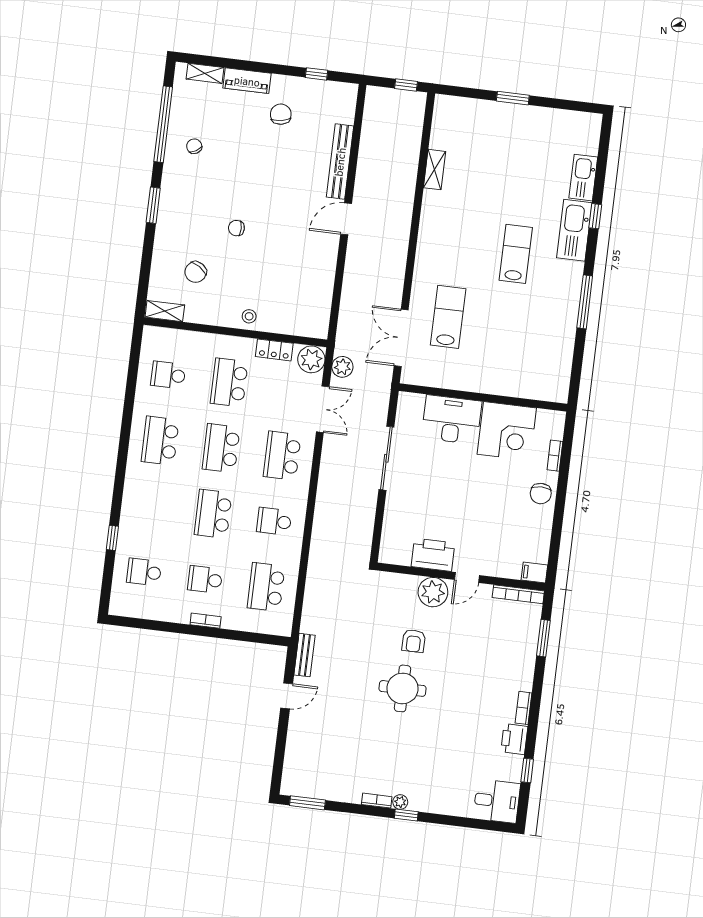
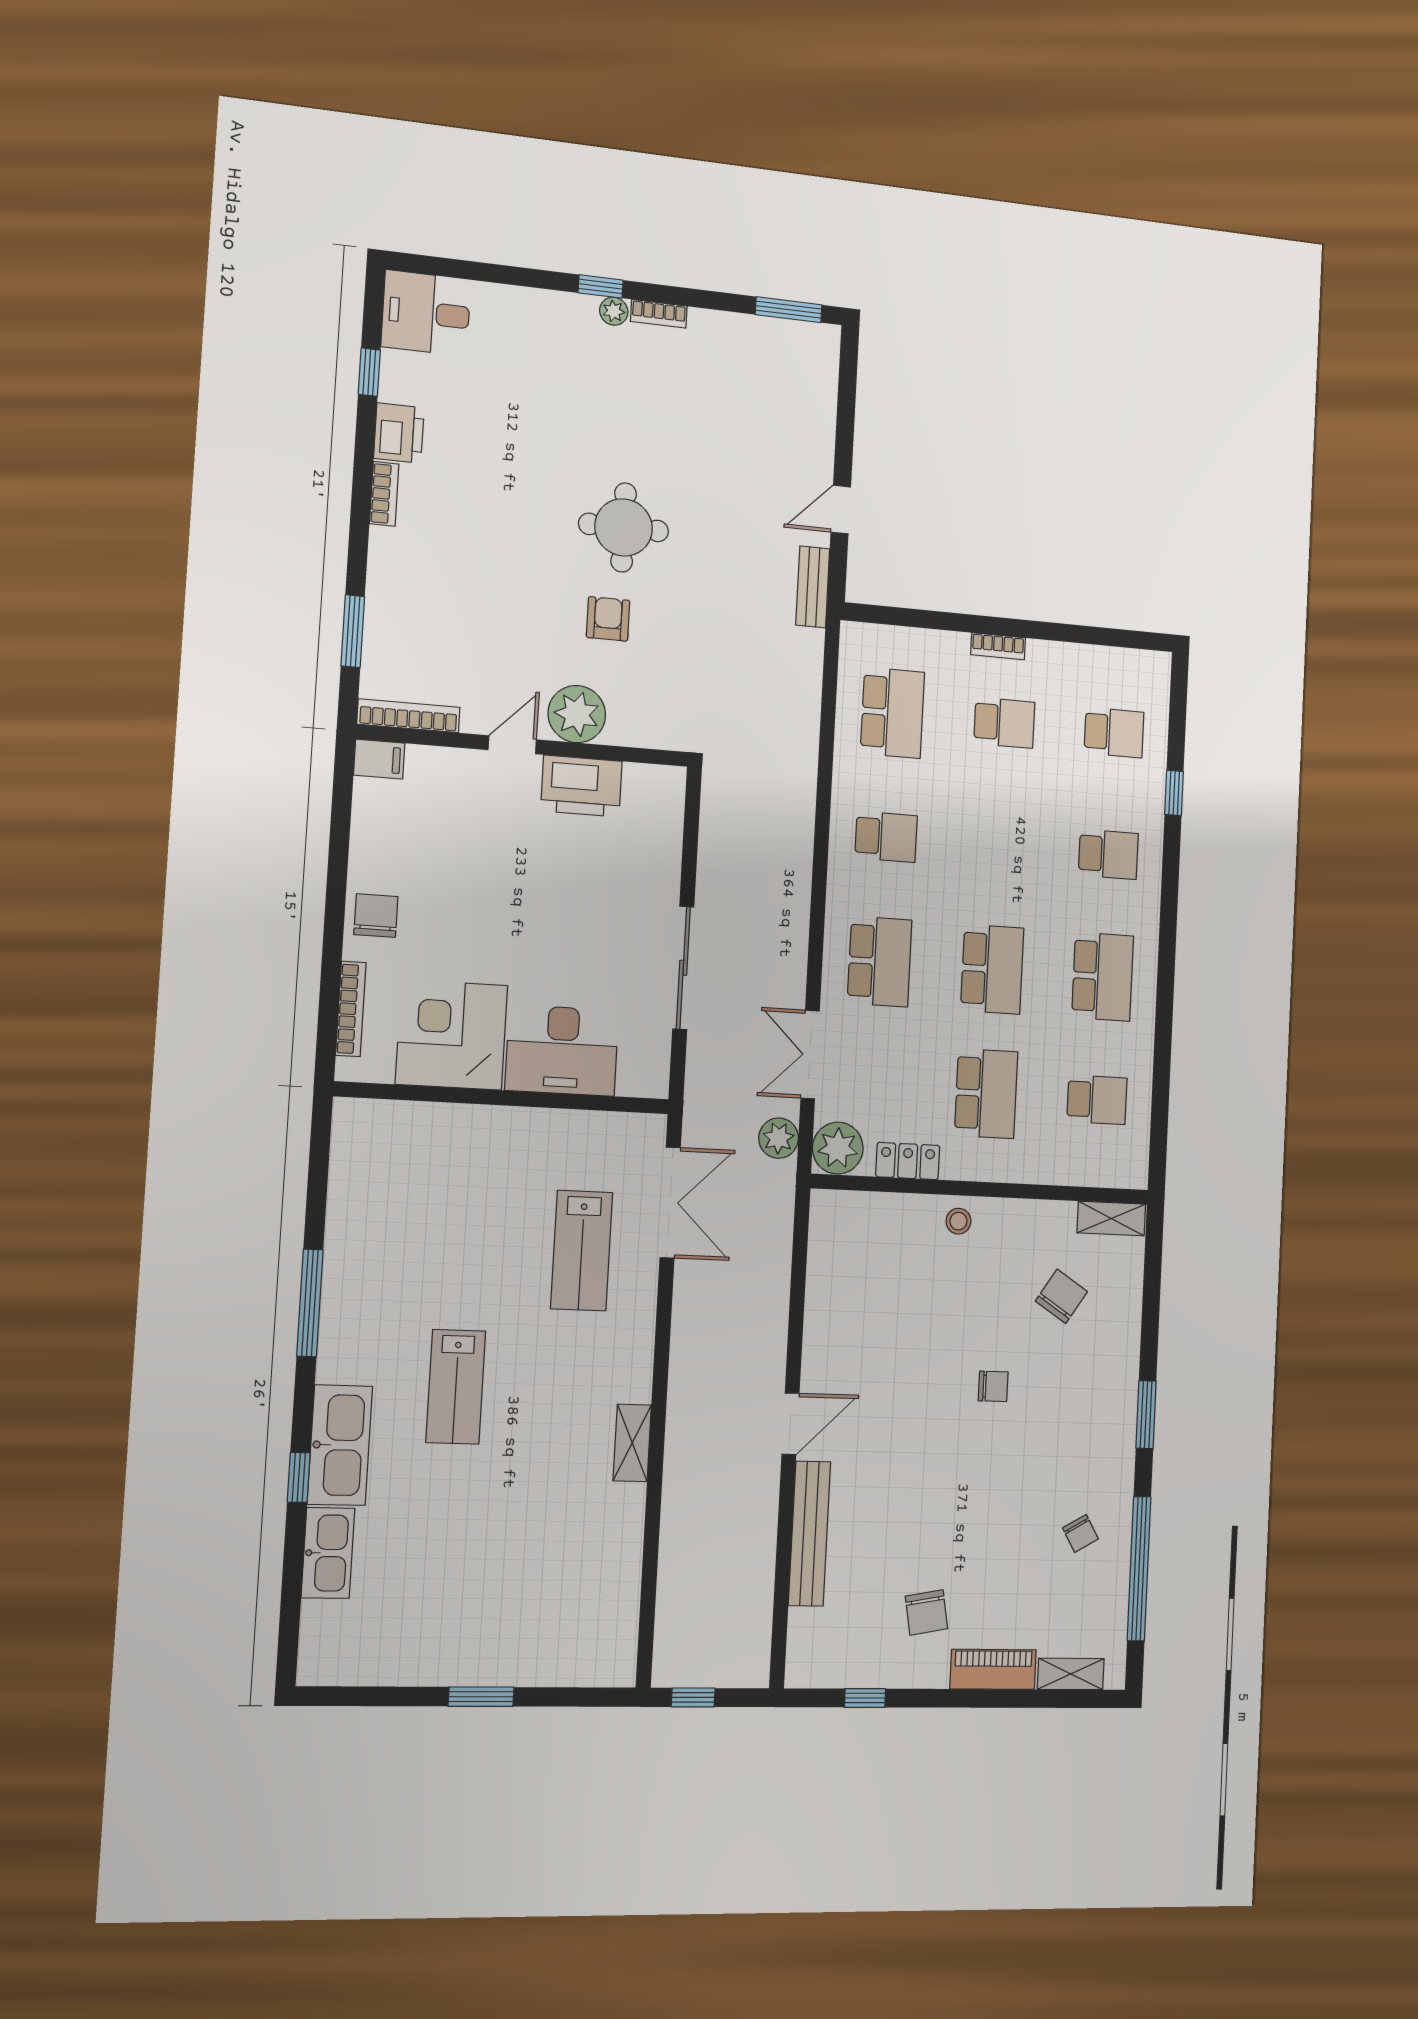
shelving: (435, 170) -> (632, 1443), moved
bookcase: (555, 456) -> (351, 1009), width x1.56
school desk: (213, 514) -> (1108, 854), moved, width x0.54

